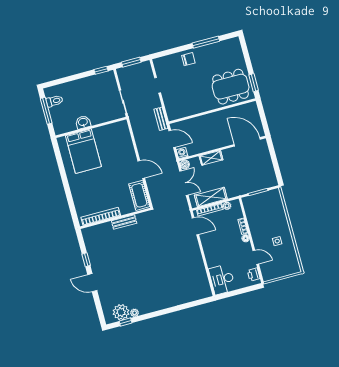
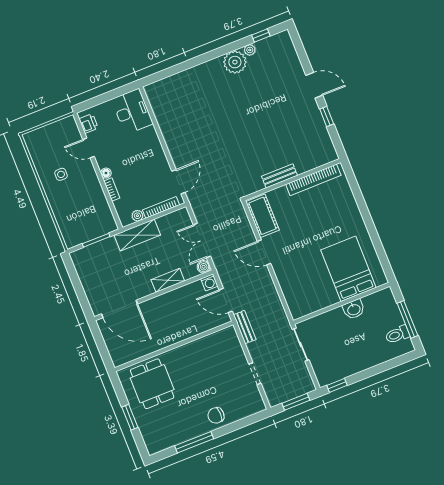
window: (254, 83) -> (130, 417), moved
dining table: (231, 87) -> (152, 384), width x0.73
shelving: (211, 197) -> (137, 235), moved
door: (195, 226) -> (178, 182), swing flipped
plant: (121, 312) -> (235, 62), moved

